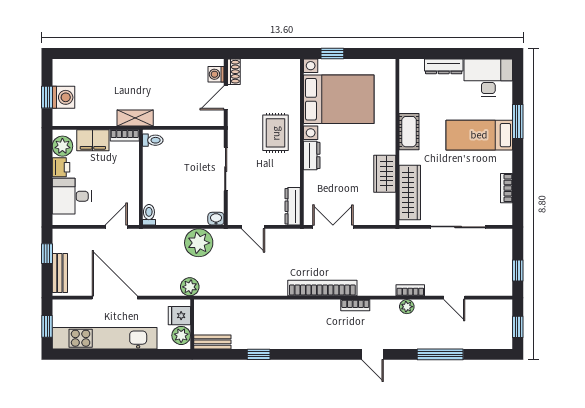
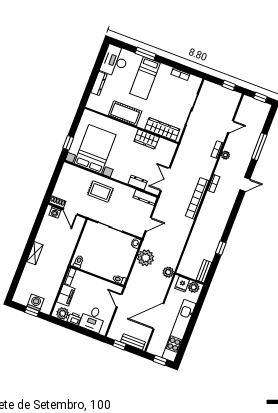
shelving: (135, 118) -> (35, 253), moved
cot: (409, 132) -> (125, 113), width x1.37, depth x1.34
dresser: (312, 155) -> (138, 183), moved

